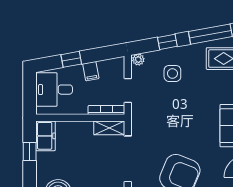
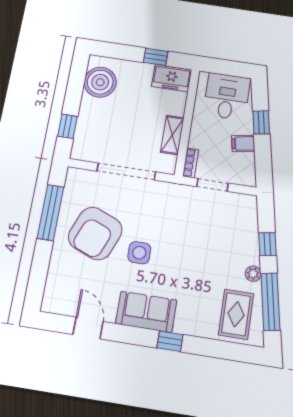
plant: (138, 60) -> (253, 274), moved
side table: (172, 73) -> (139, 253), moved
bookcase: (106, 110) -> (191, 163), width x0.64
shelving: (109, 128) -> (172, 135), moved

